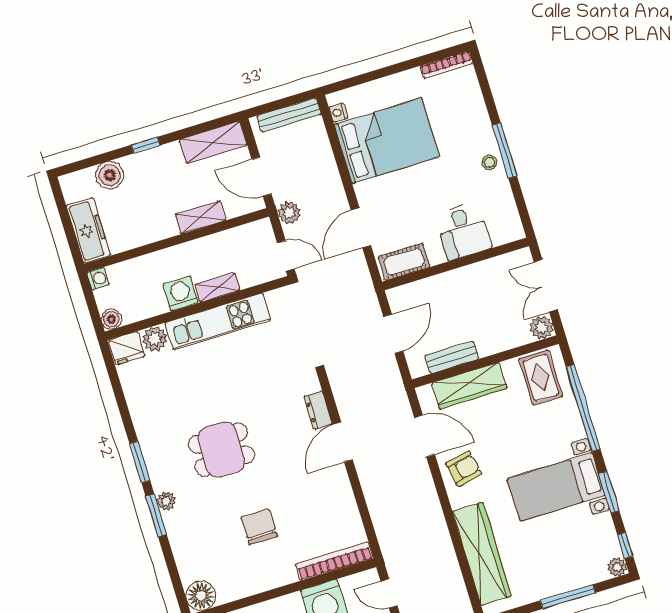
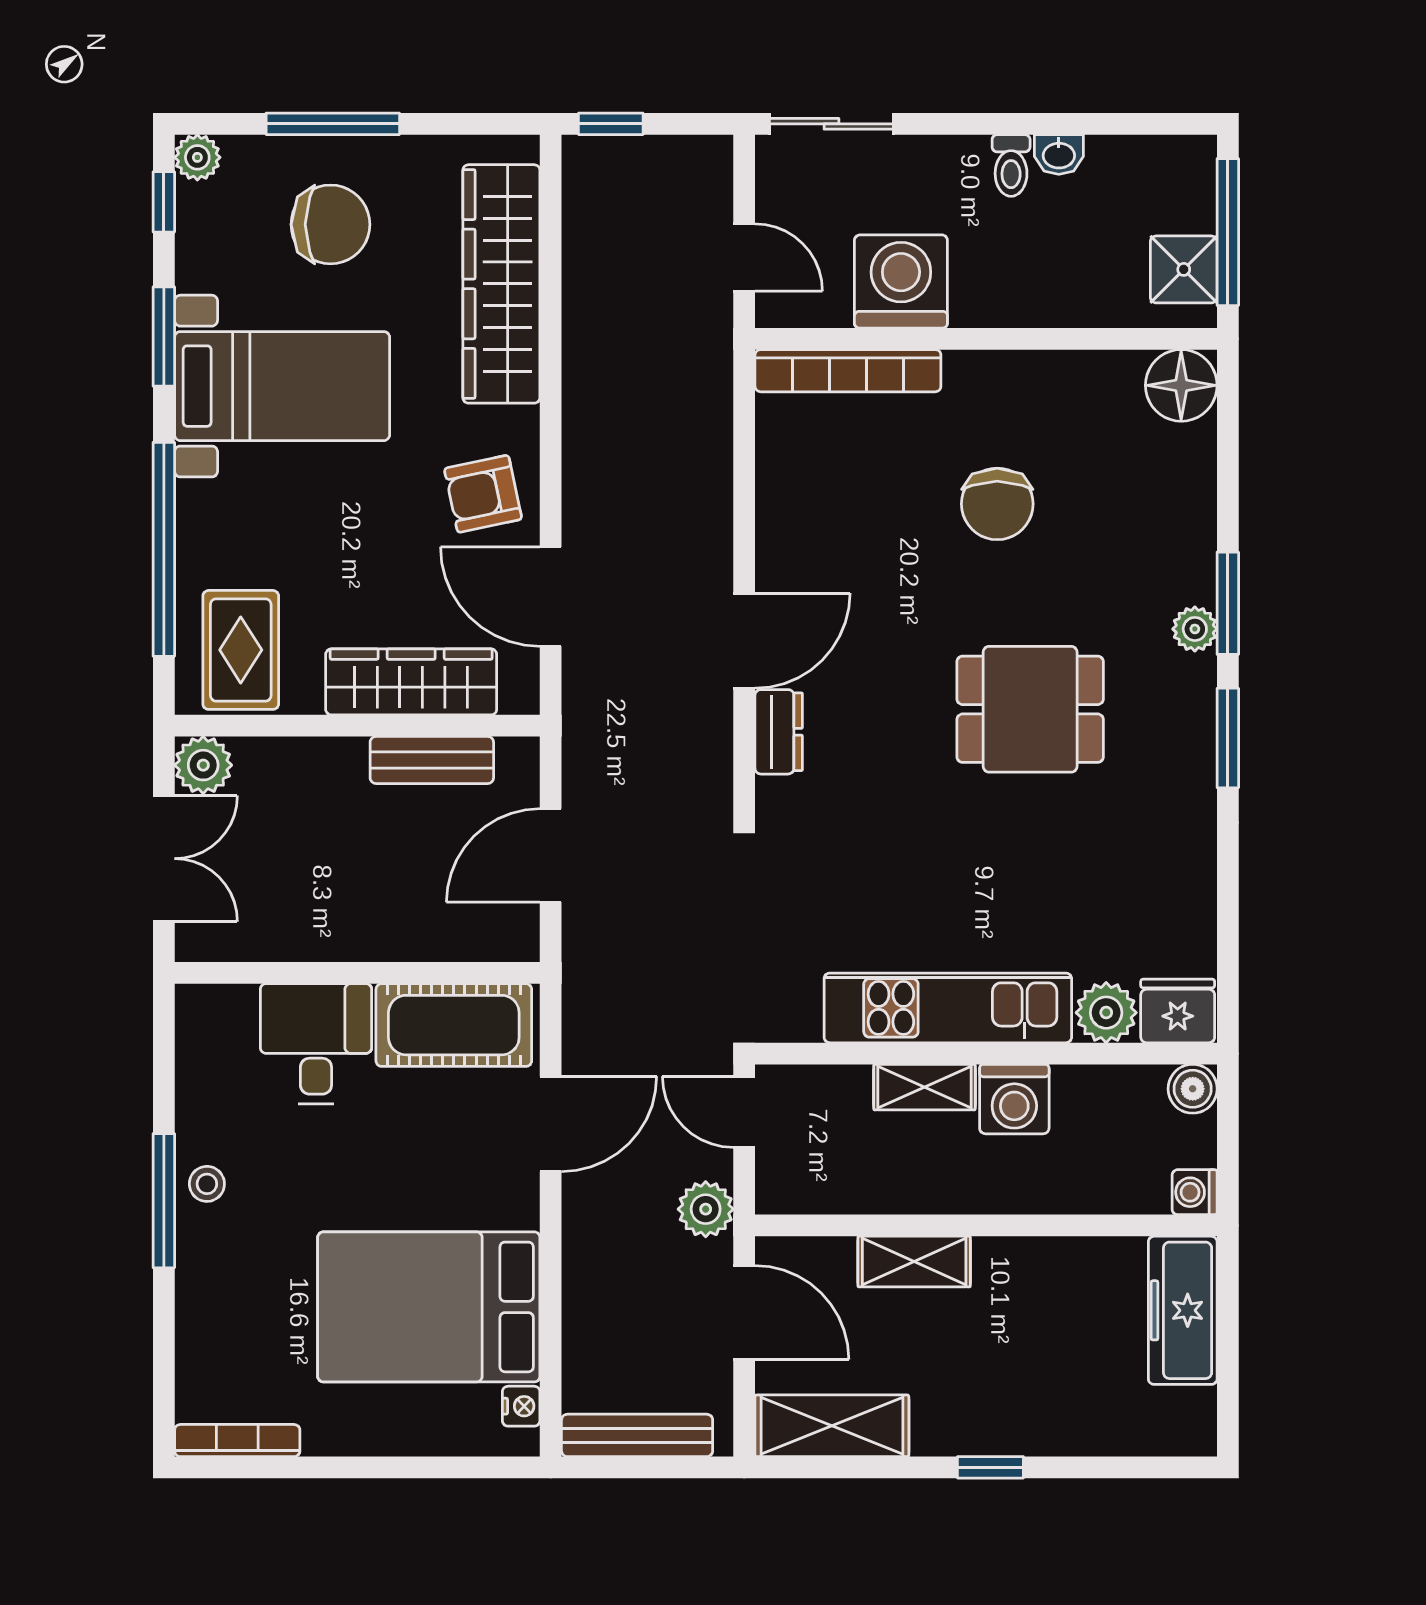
boiler: (110, 175) -> (1095, 1423), removed
cot: (404, 262) -> (454, 1025), width x1.37, depth x1.34
chair: (557, 557) -> (330, 224), added

